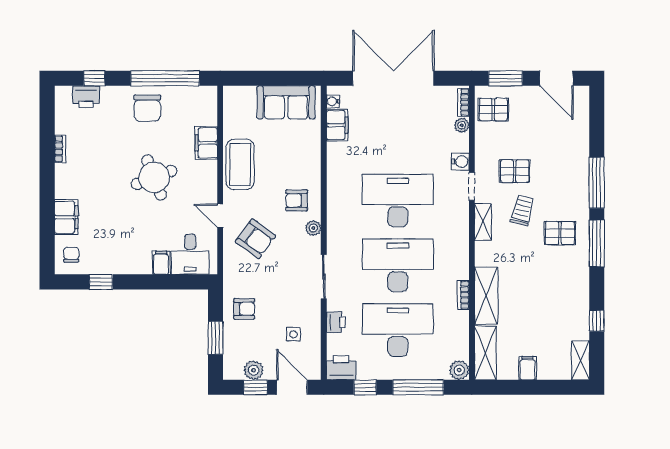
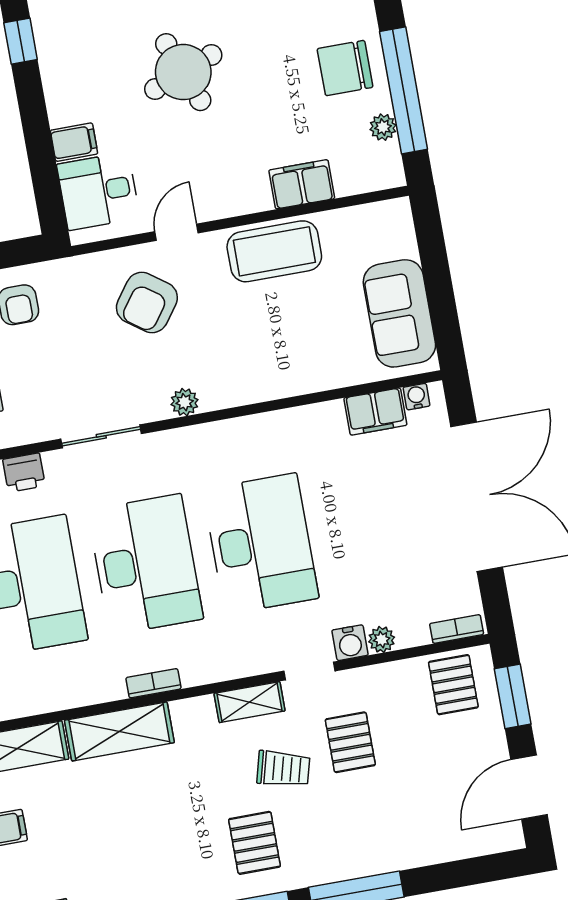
plant: (183, 93) -> (383, 127), added
plant: (462, 125) -> (382, 639), moved
round table: (154, 177) -> (183, 72), moved
armchair: (297, 200) -> (228, 363), removed
bookcase: (463, 295) -> (153, 683), moved

